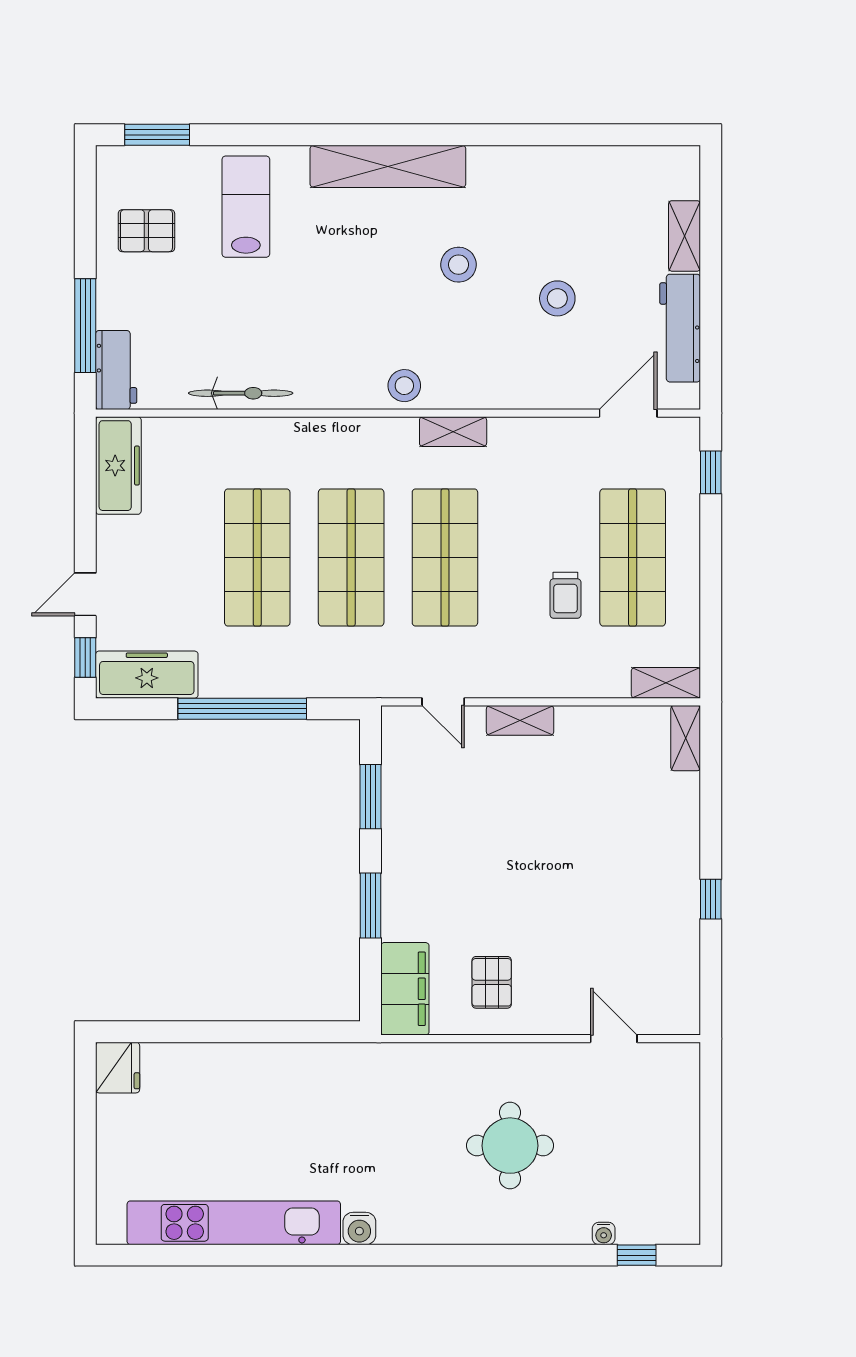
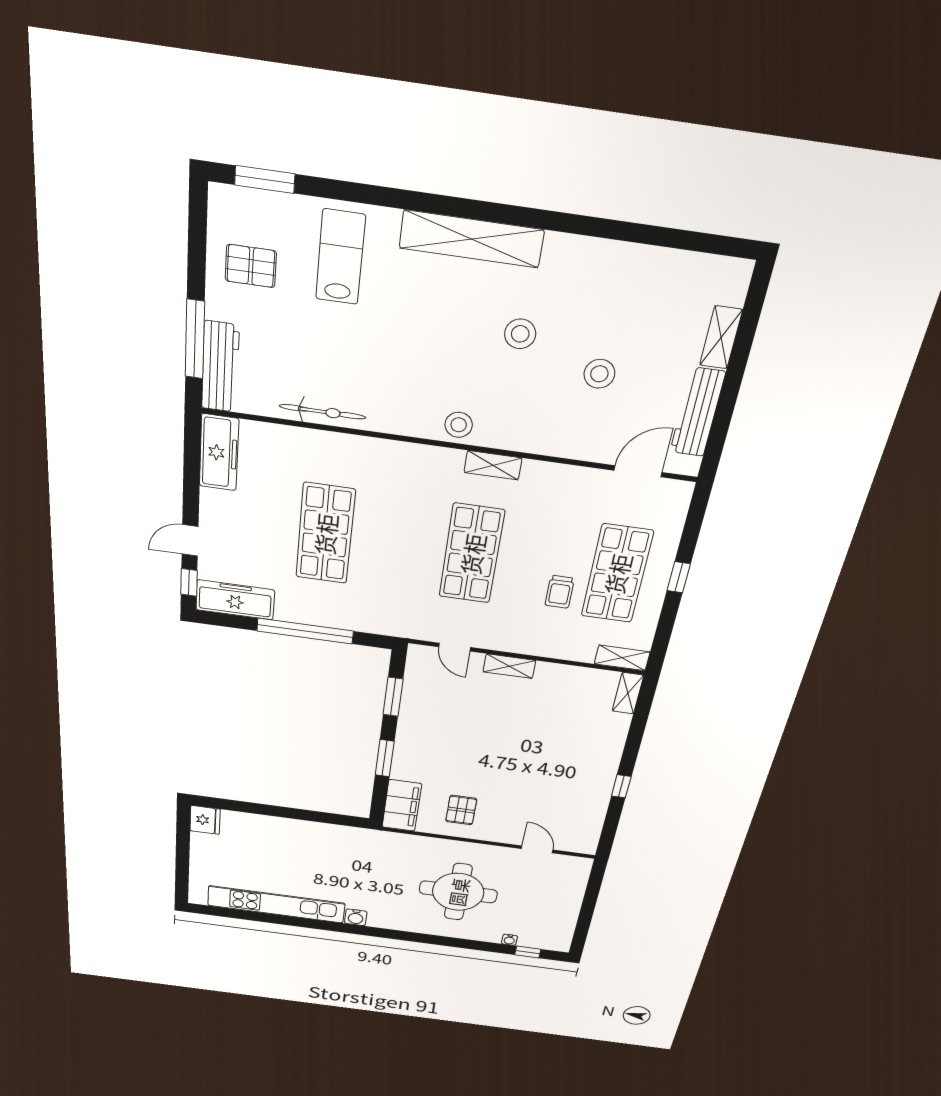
workbench: (116, 370) -> (220, 367), width x1.38
window: (711, 472) -> (679, 577), moved
shop shelf: (351, 557) -> (399, 544), removed
round table: (510, 1146) -> (458, 892), width x1.36, depth x1.36

